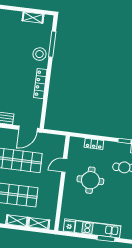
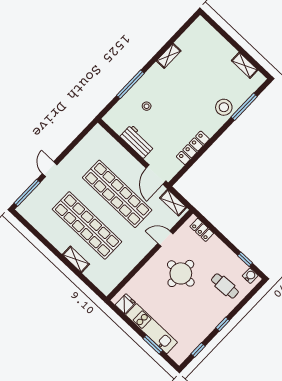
locker: (40, 84) -> (193, 148), moved
door: (28, 129) -> (156, 175), hinge flipped
locker: (94, 144) -> (202, 230), moved
shelving: (39, 223) -> (173, 203), moved

